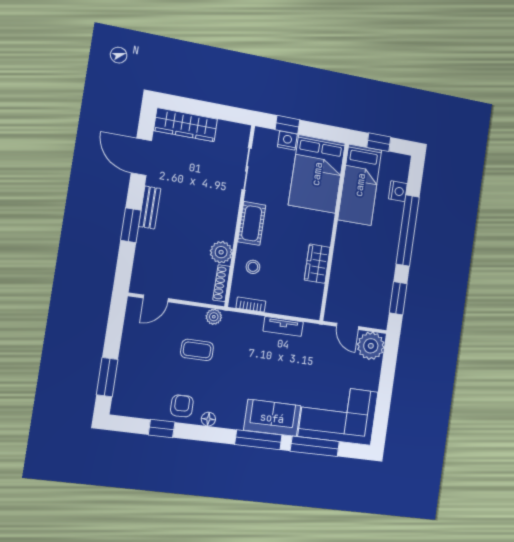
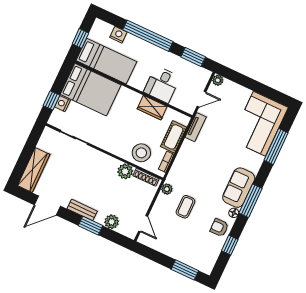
cot: (252, 223) -> (174, 137), moved, turned 90
plant: (145, 253) -> (112, 222), added
stool: (253, 267) -> (141, 153), width x1.89, depth x1.89
desk: (351, 268) -> (162, 84), added
tv unit: (283, 326) -> (196, 127), moved
plant: (371, 346) -> (218, 80), width x0.53, depth x0.53
sofa: (272, 418) -> (239, 188), moved
window: (258, 440) -> (251, 201), moved

